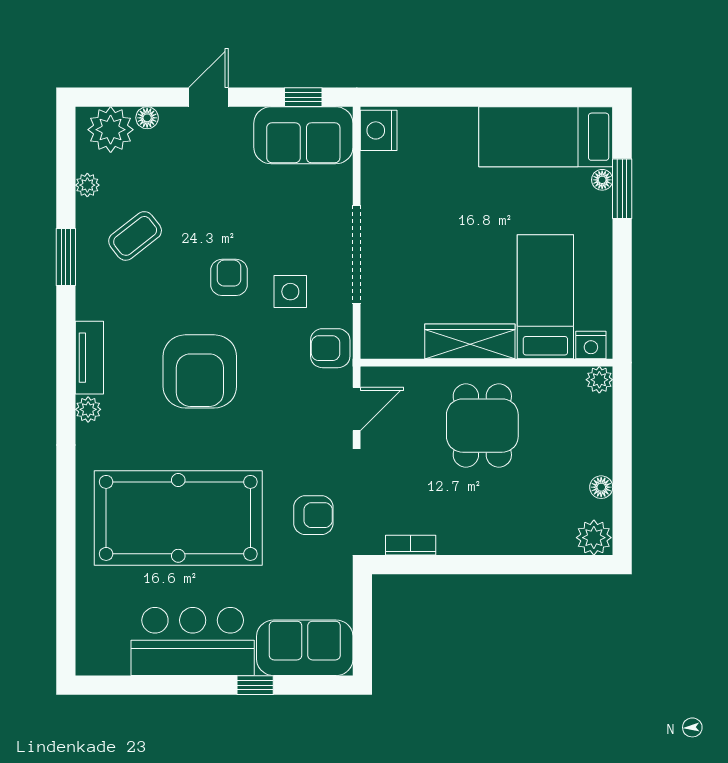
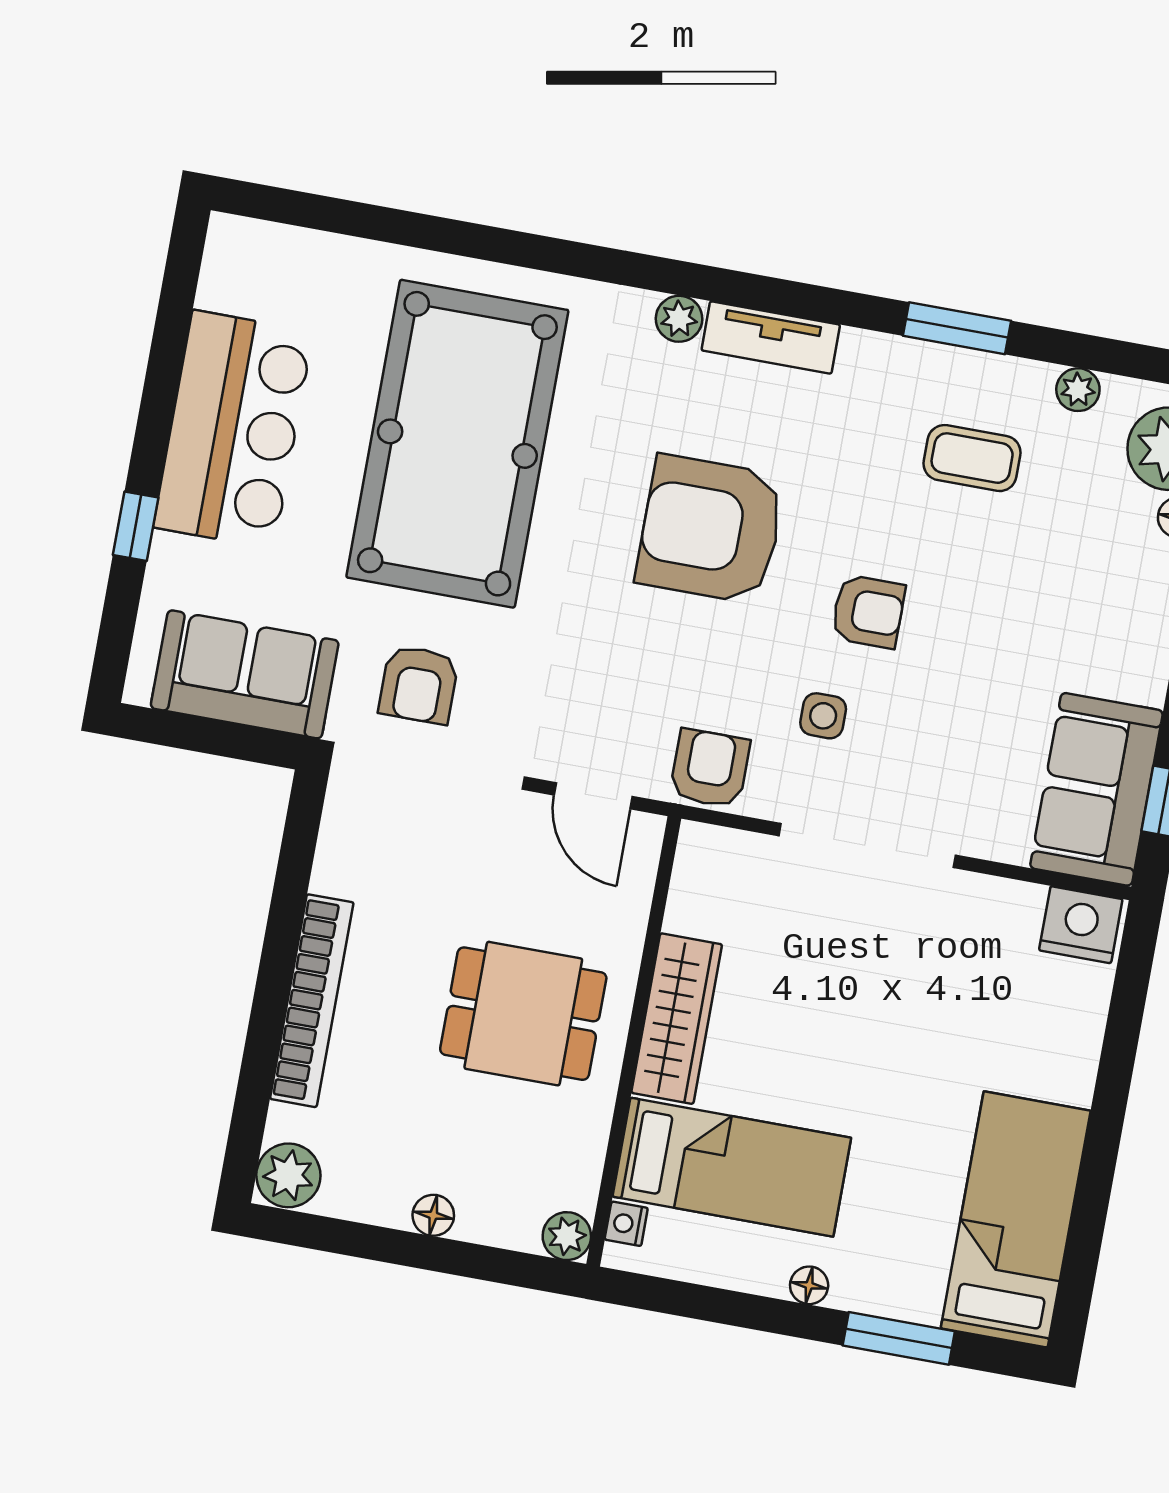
floor lamp: (602, 180) -> (809, 1285), moved
coffee table: (135, 236) -> (972, 458), turned -52
side table: (290, 292) -> (823, 716), width x0.73, depth x0.73
nightstand: (591, 345) -> (626, 1224), width x0.72, depth x0.74
floor lamp: (601, 487) -> (433, 1215), moved
bookcase: (411, 545) -> (312, 1001), moved, width x2.31, depth x1.31
sofa: (305, 648) -> (245, 674), moved, turned -90

